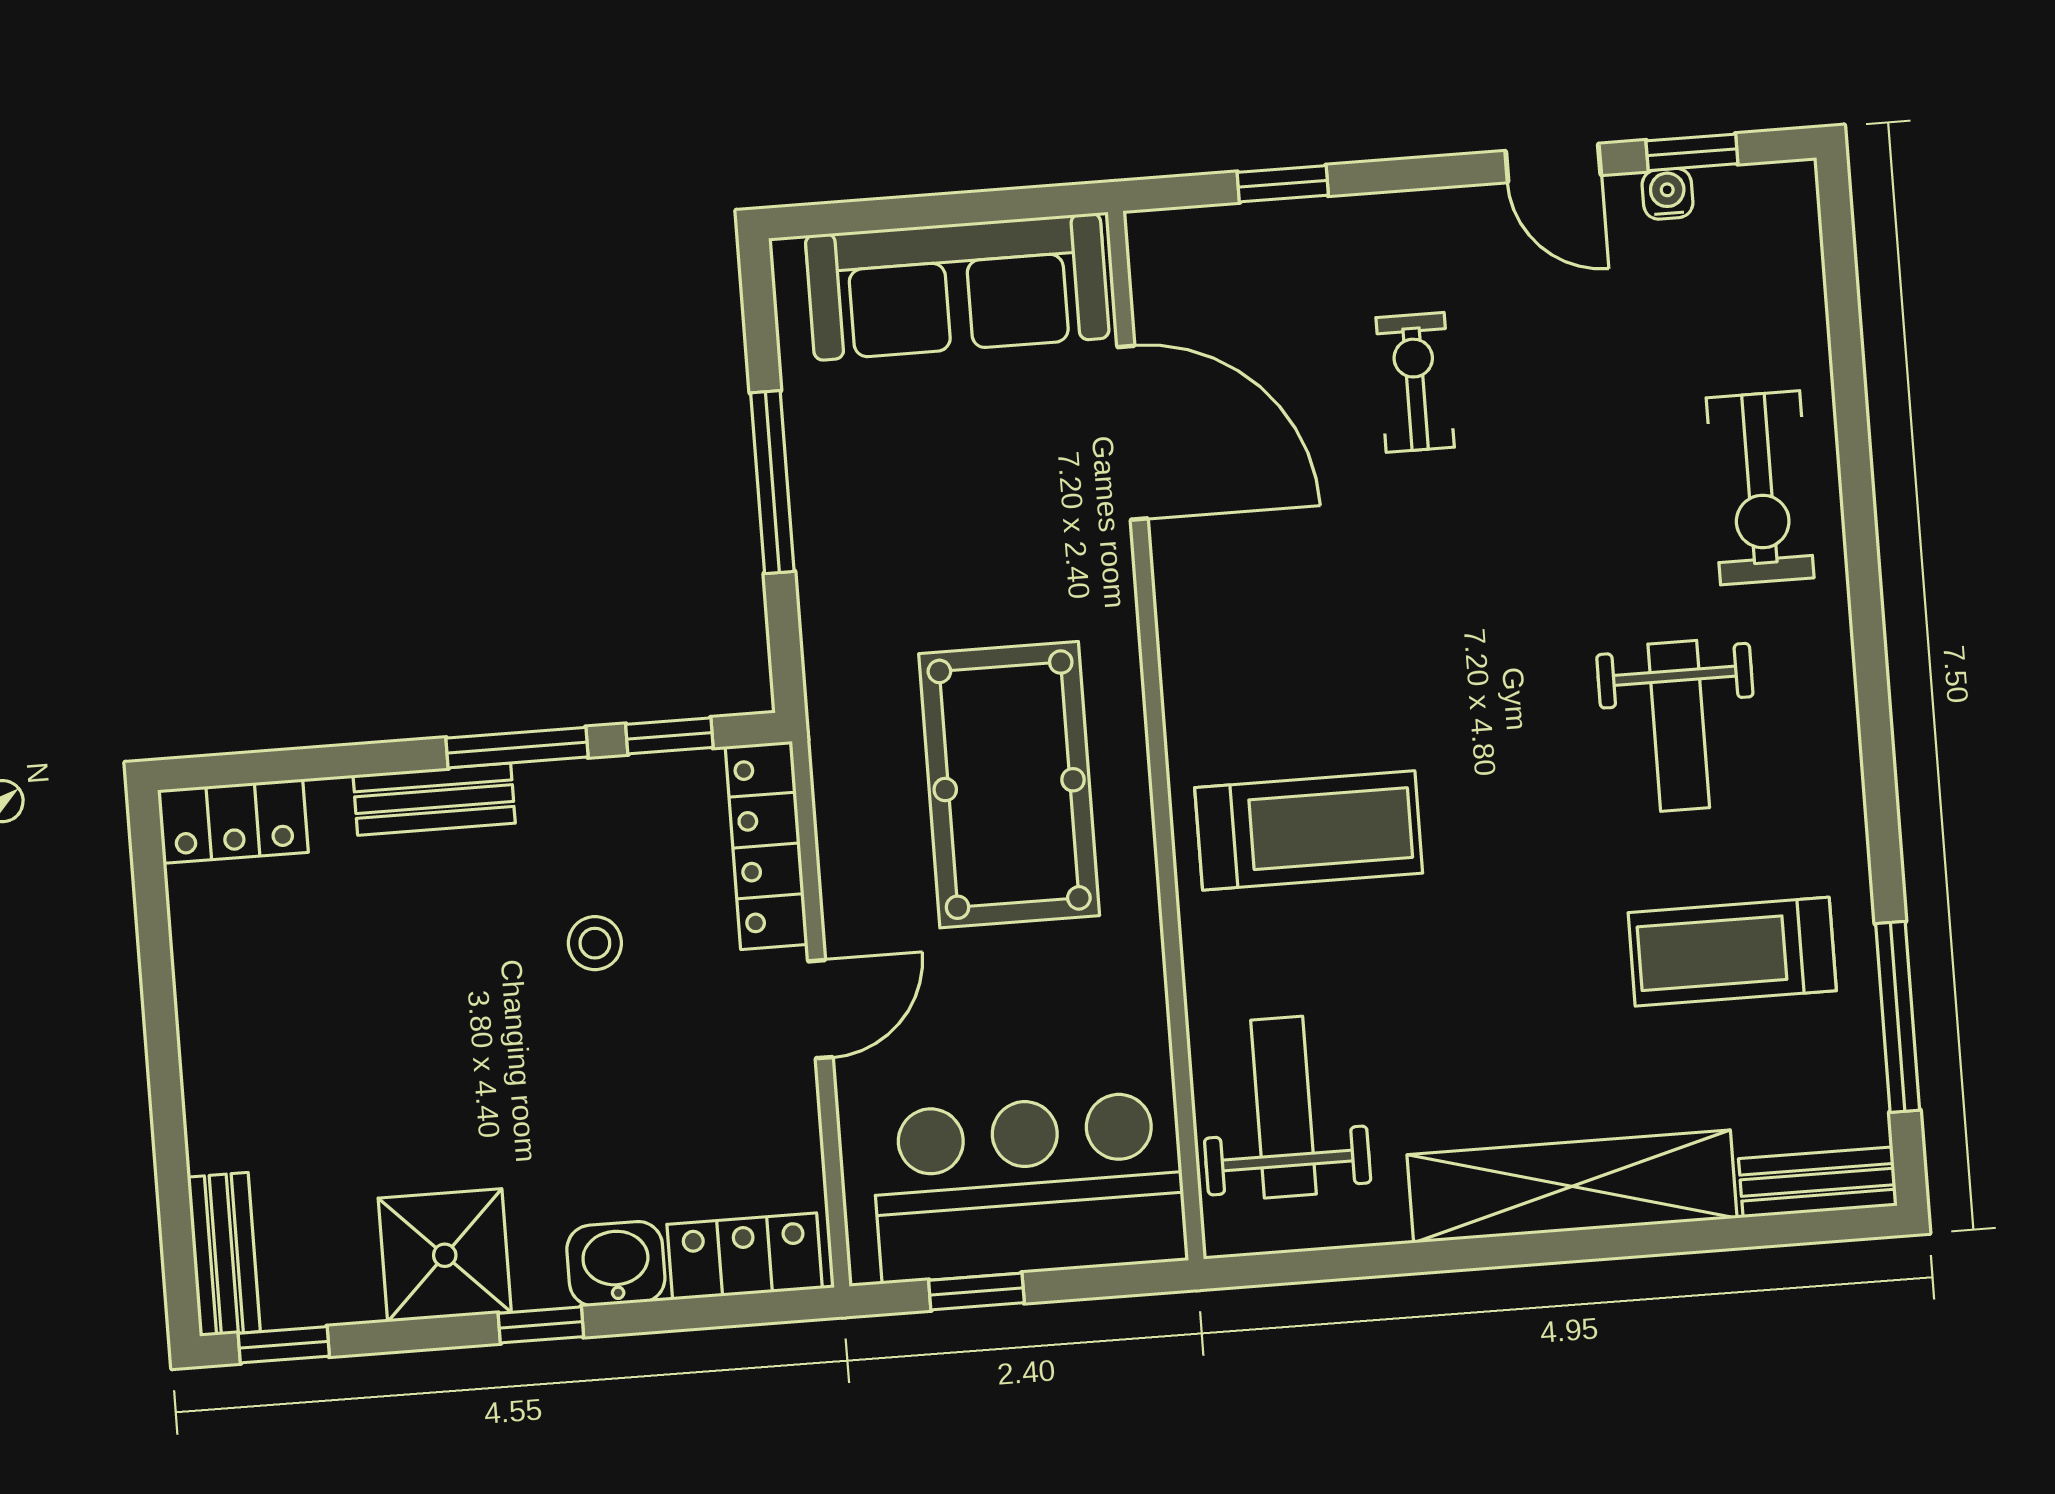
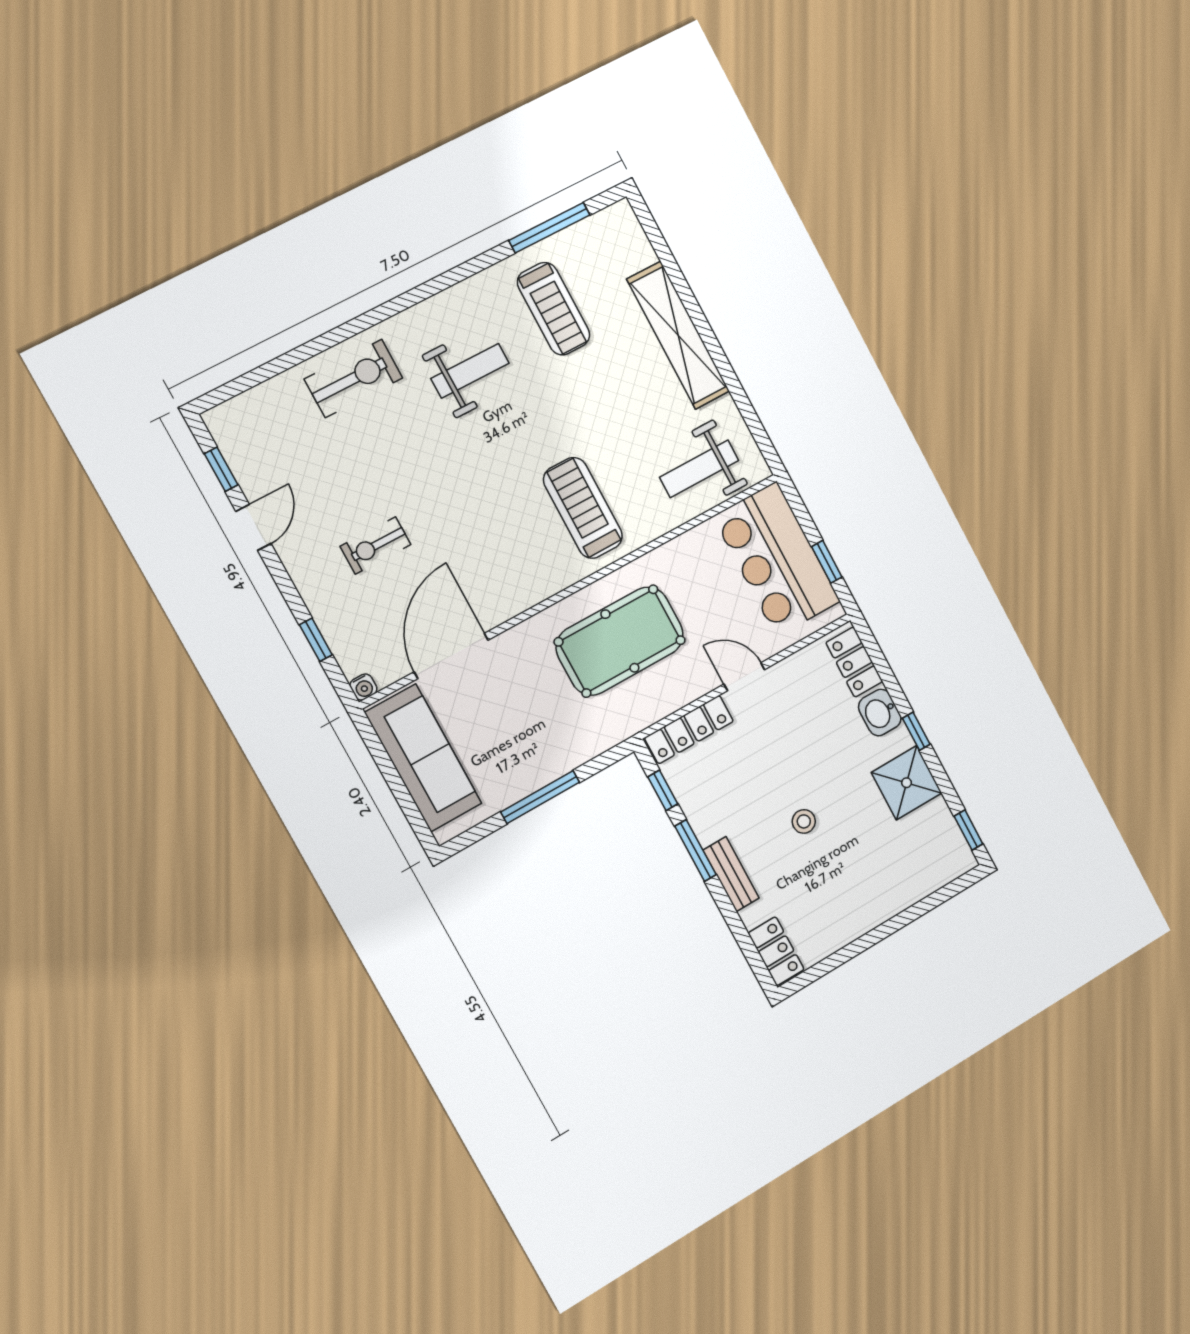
water cooler: (1668, 194) -> (363, 687), moved, turned -90
stool: (595, 943) -> (804, 821), moved
bench: (1818, 1182) -> (632, 233), removed
bench: (224, 1254) -> (945, 871), removed

